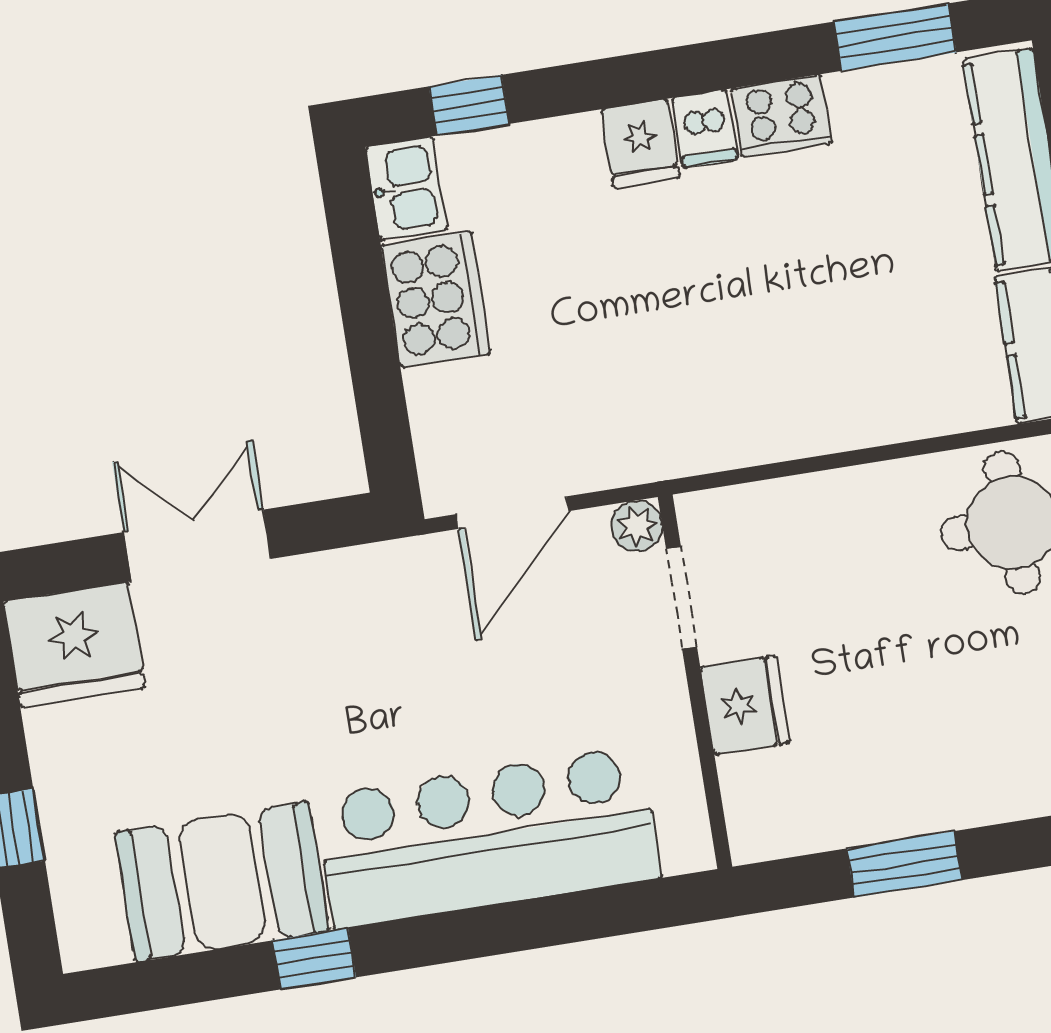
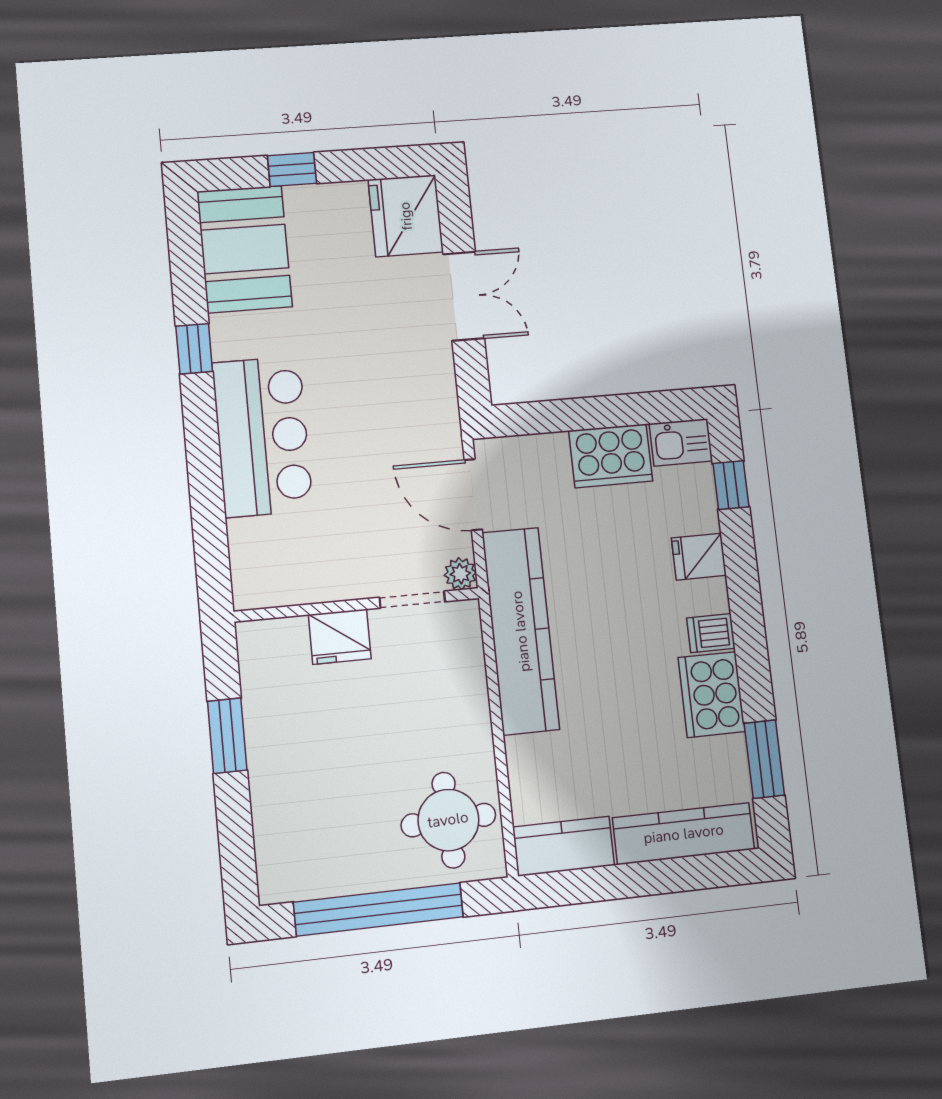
cooker: (781, 116) -> (712, 694), width x1.37, depth x1.31
fridge: (640, 144) -> (699, 557), moved
kitchen counter: (719, 427) -> (521, 631), added
bar counter: (488, 837) -> (262, 436), width x0.73
booth: (222, 882) -> (244, 249), moved

